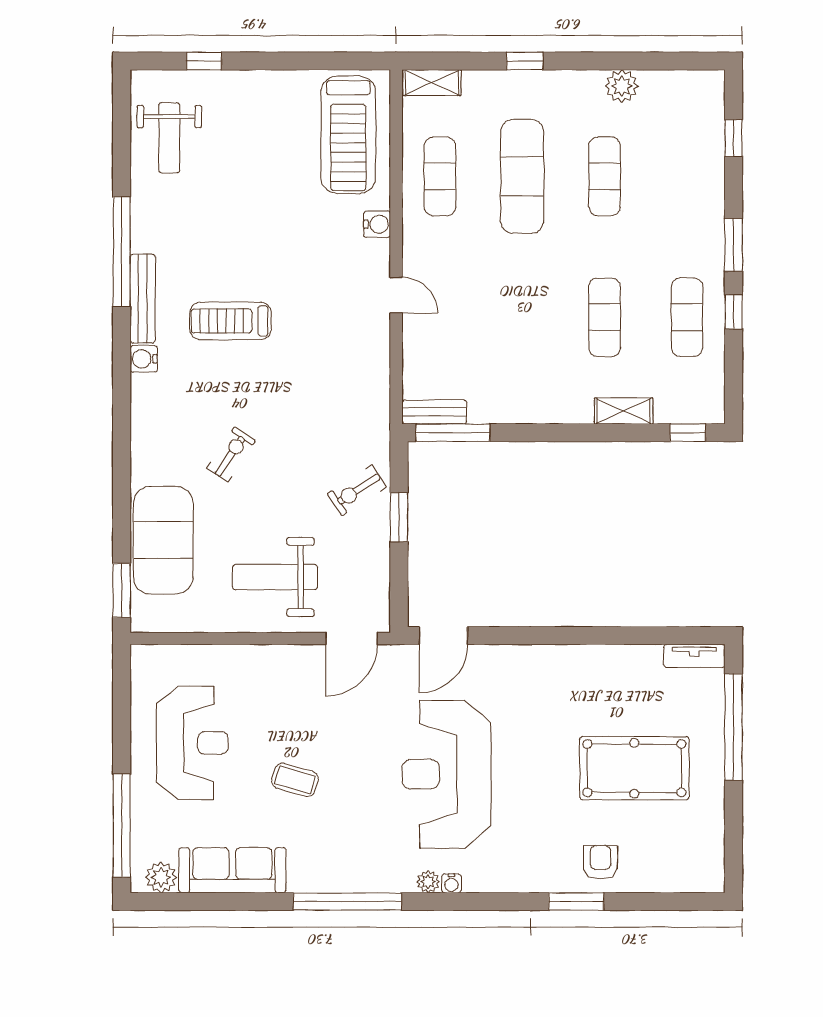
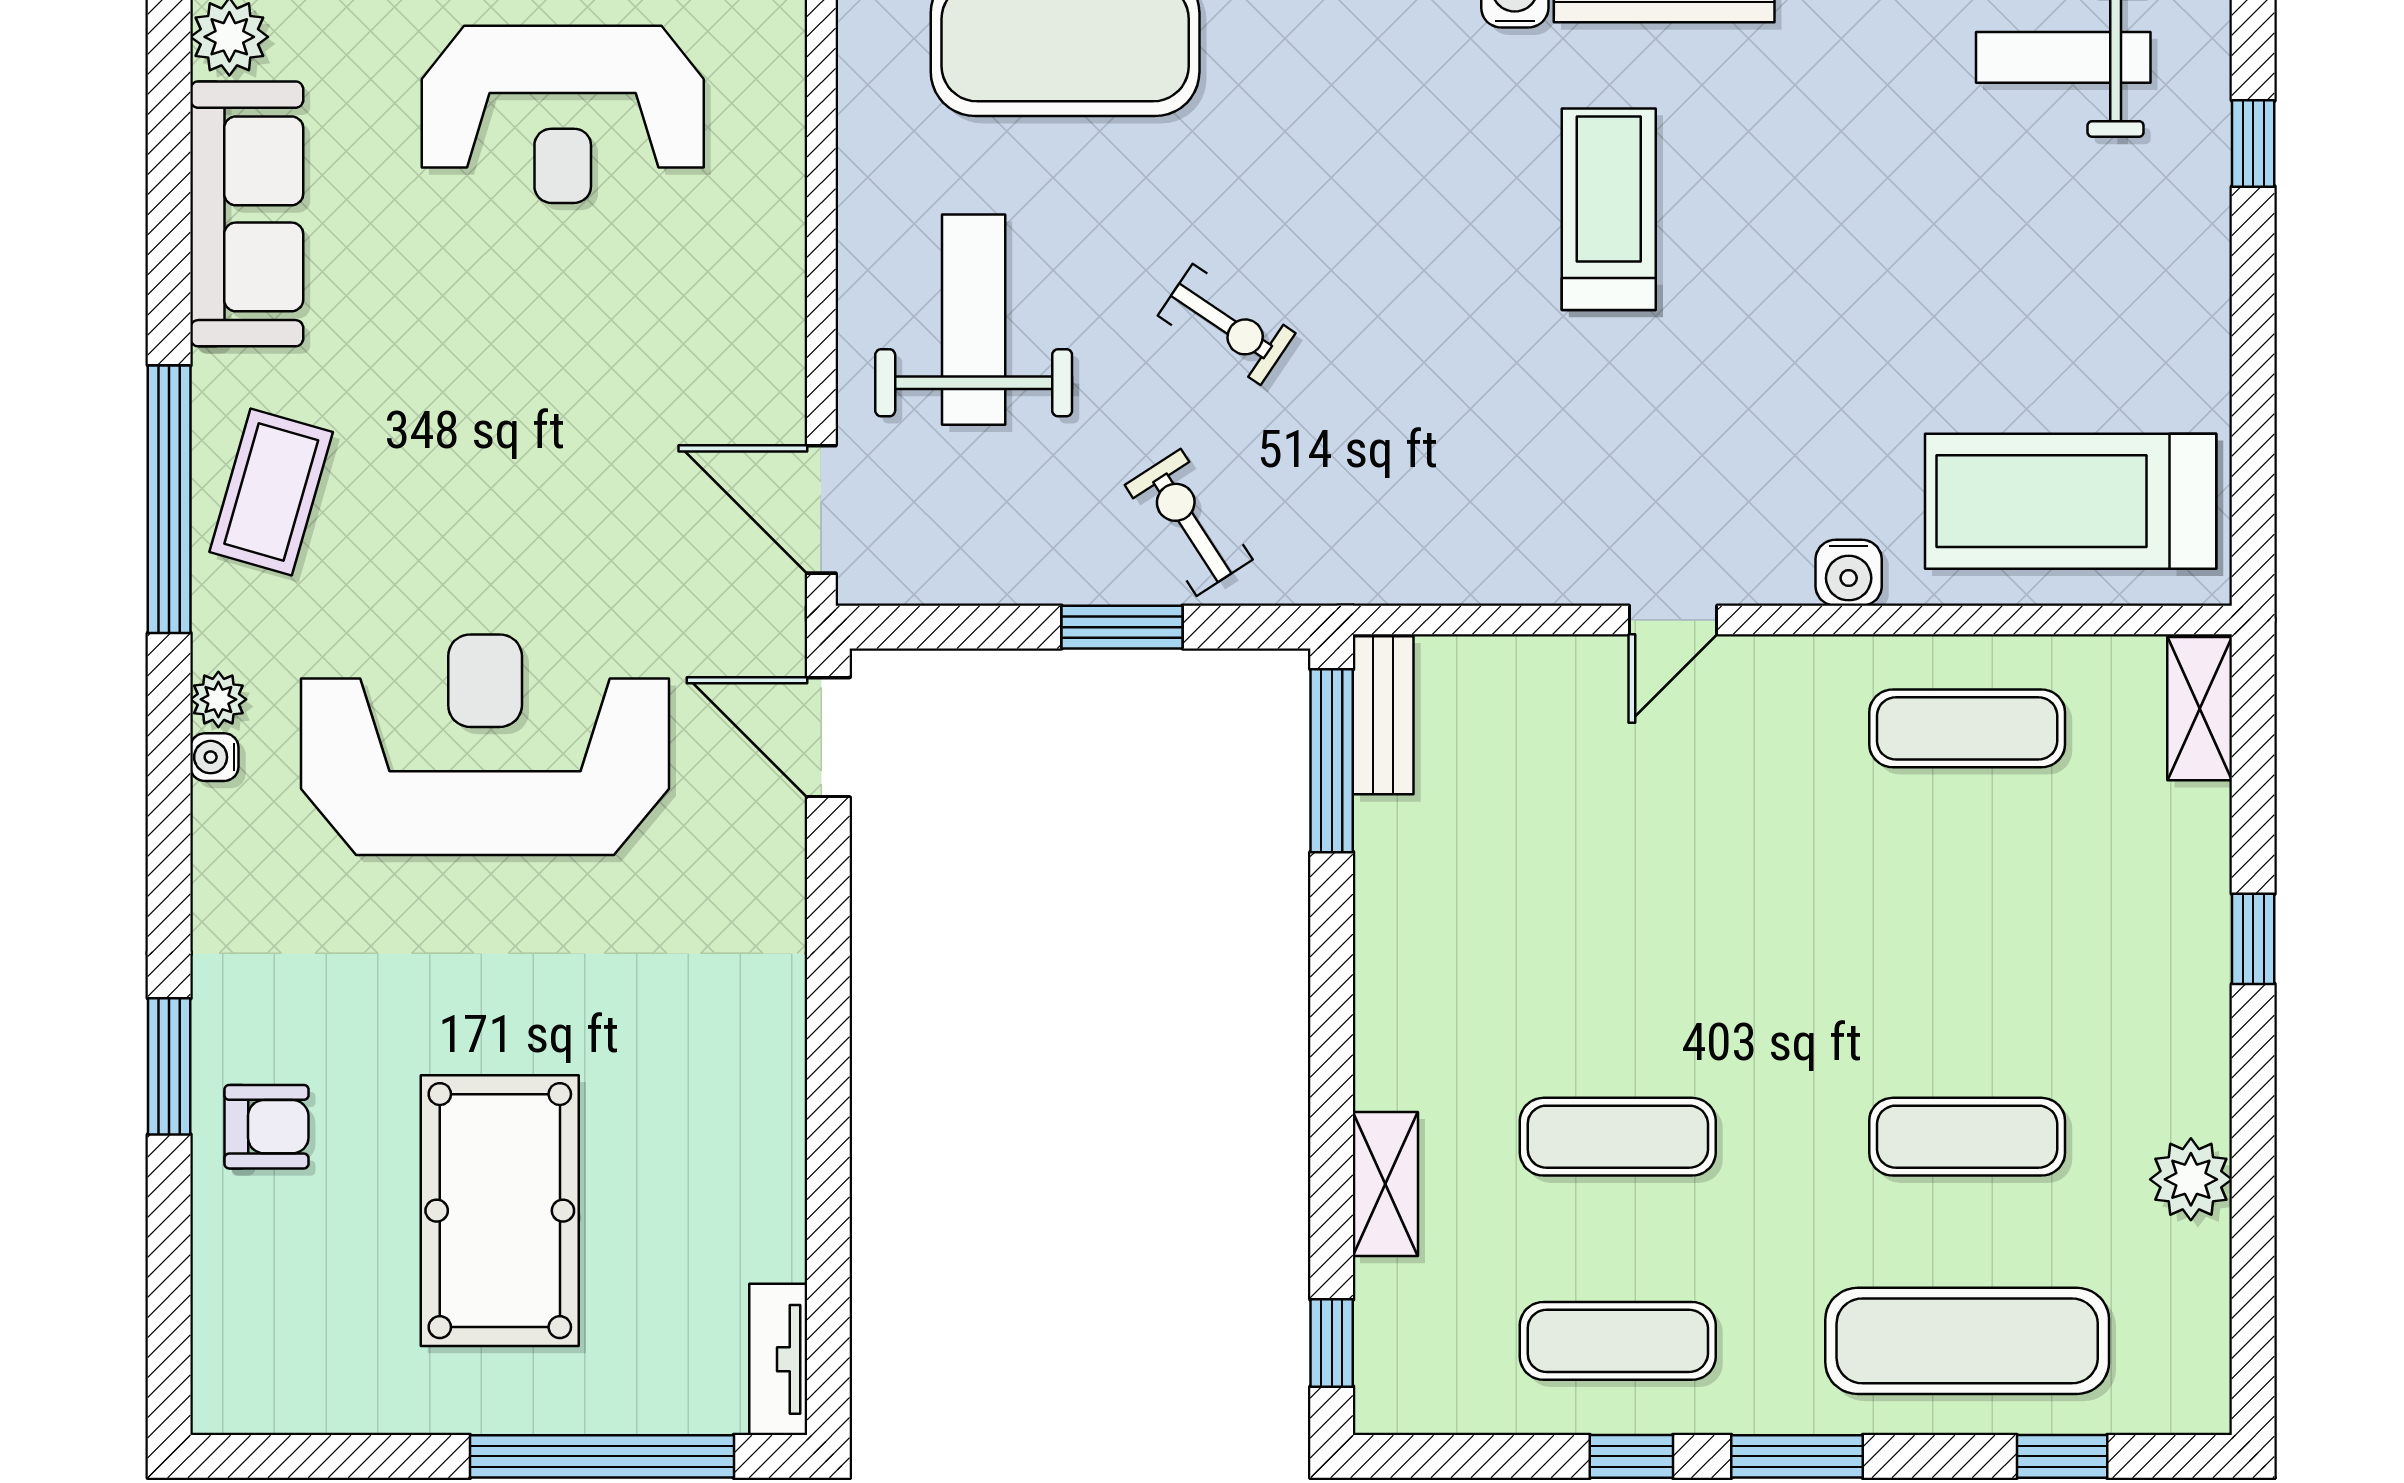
exercise mat: (522, 176) -> (1967, 1341), moved
exercise bike: (231, 454) -> (1227, 324), moved
coffee table: (295, 780) -> (271, 492), moved, width x1.36, depth x1.30

